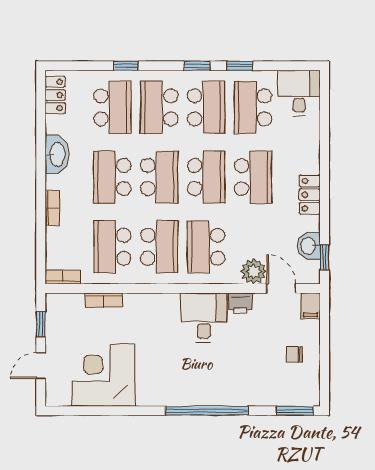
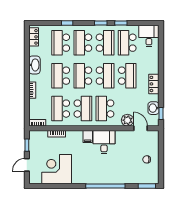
school desk: (112, 107) -> (61, 43), turned 180
school desk: (159, 177) -> (83, 76), turned 180
printer: (240, 303) -> (121, 135), removed
filing cabinet: (310, 306) -> (88, 136), moved

